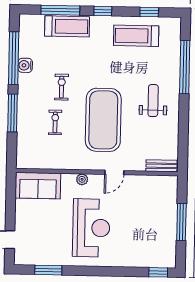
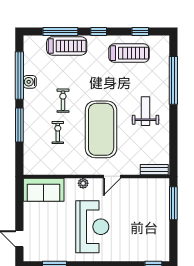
treadmill: (136, 36) -> (129, 53), turned 180
window: (181, 222) -> (173, 203), moved

